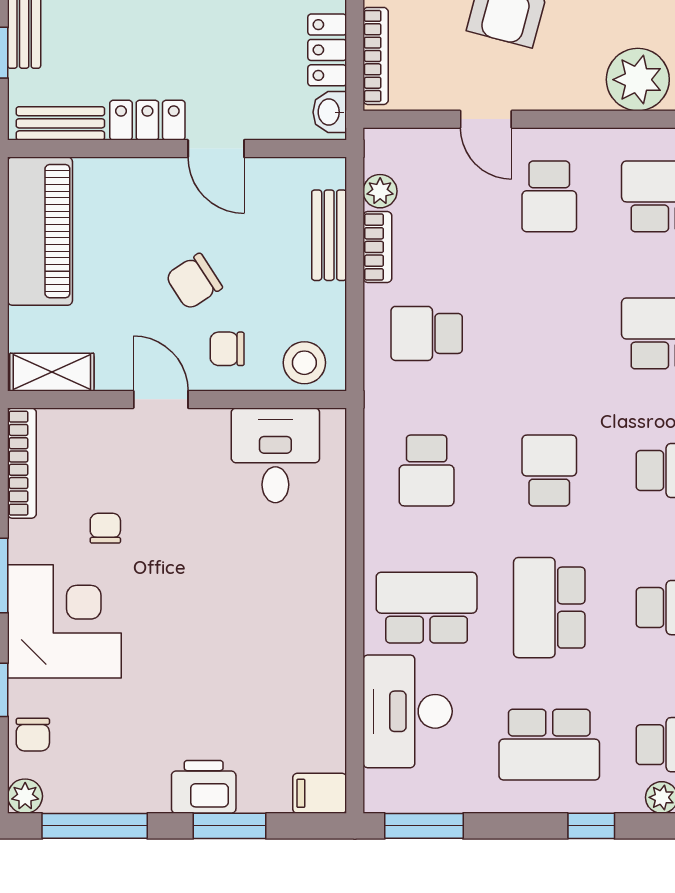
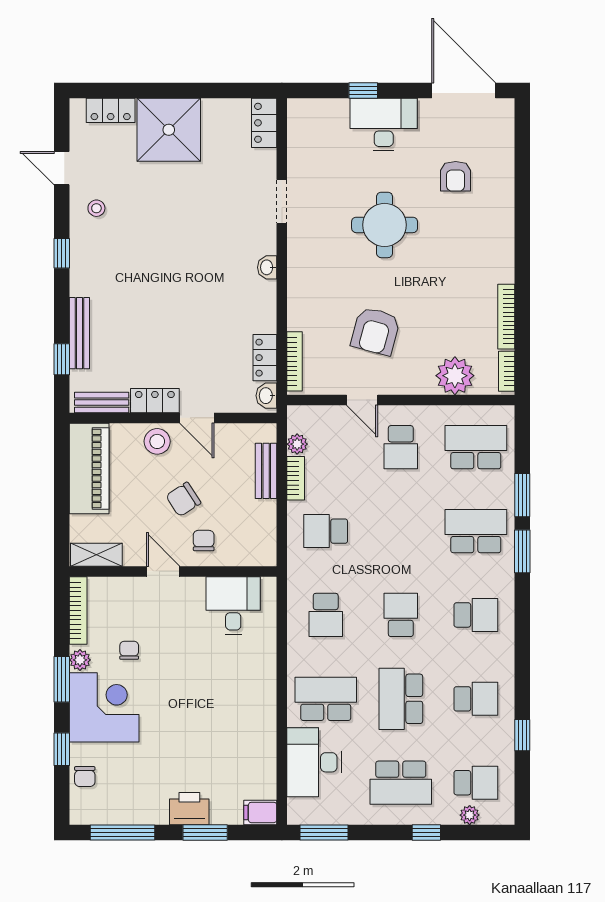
chair: (227, 349) -> (204, 541), turned 90
stool: (304, 363) -> (157, 441), moved
plant: (25, 796) -> (80, 660), moved

